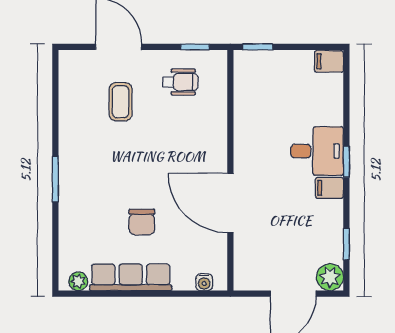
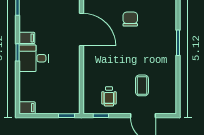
wheelchair: (180, 82) -> (109, 96), turned -90

